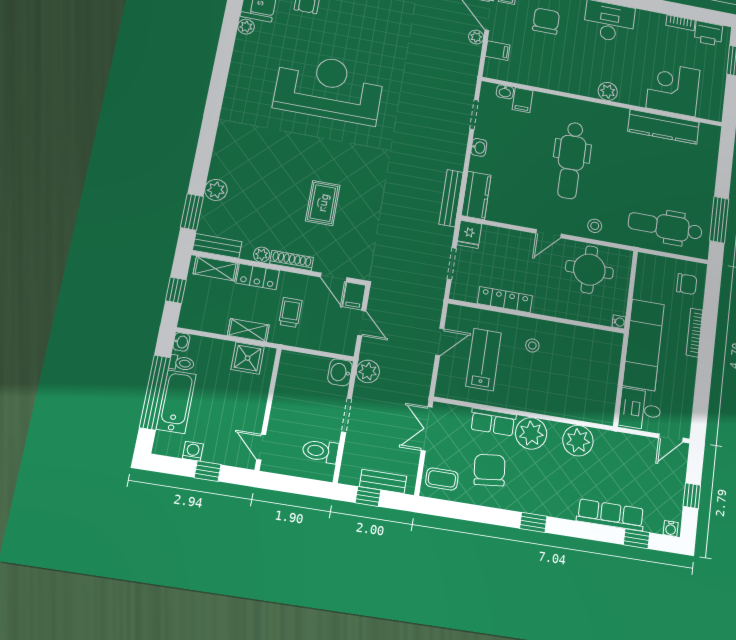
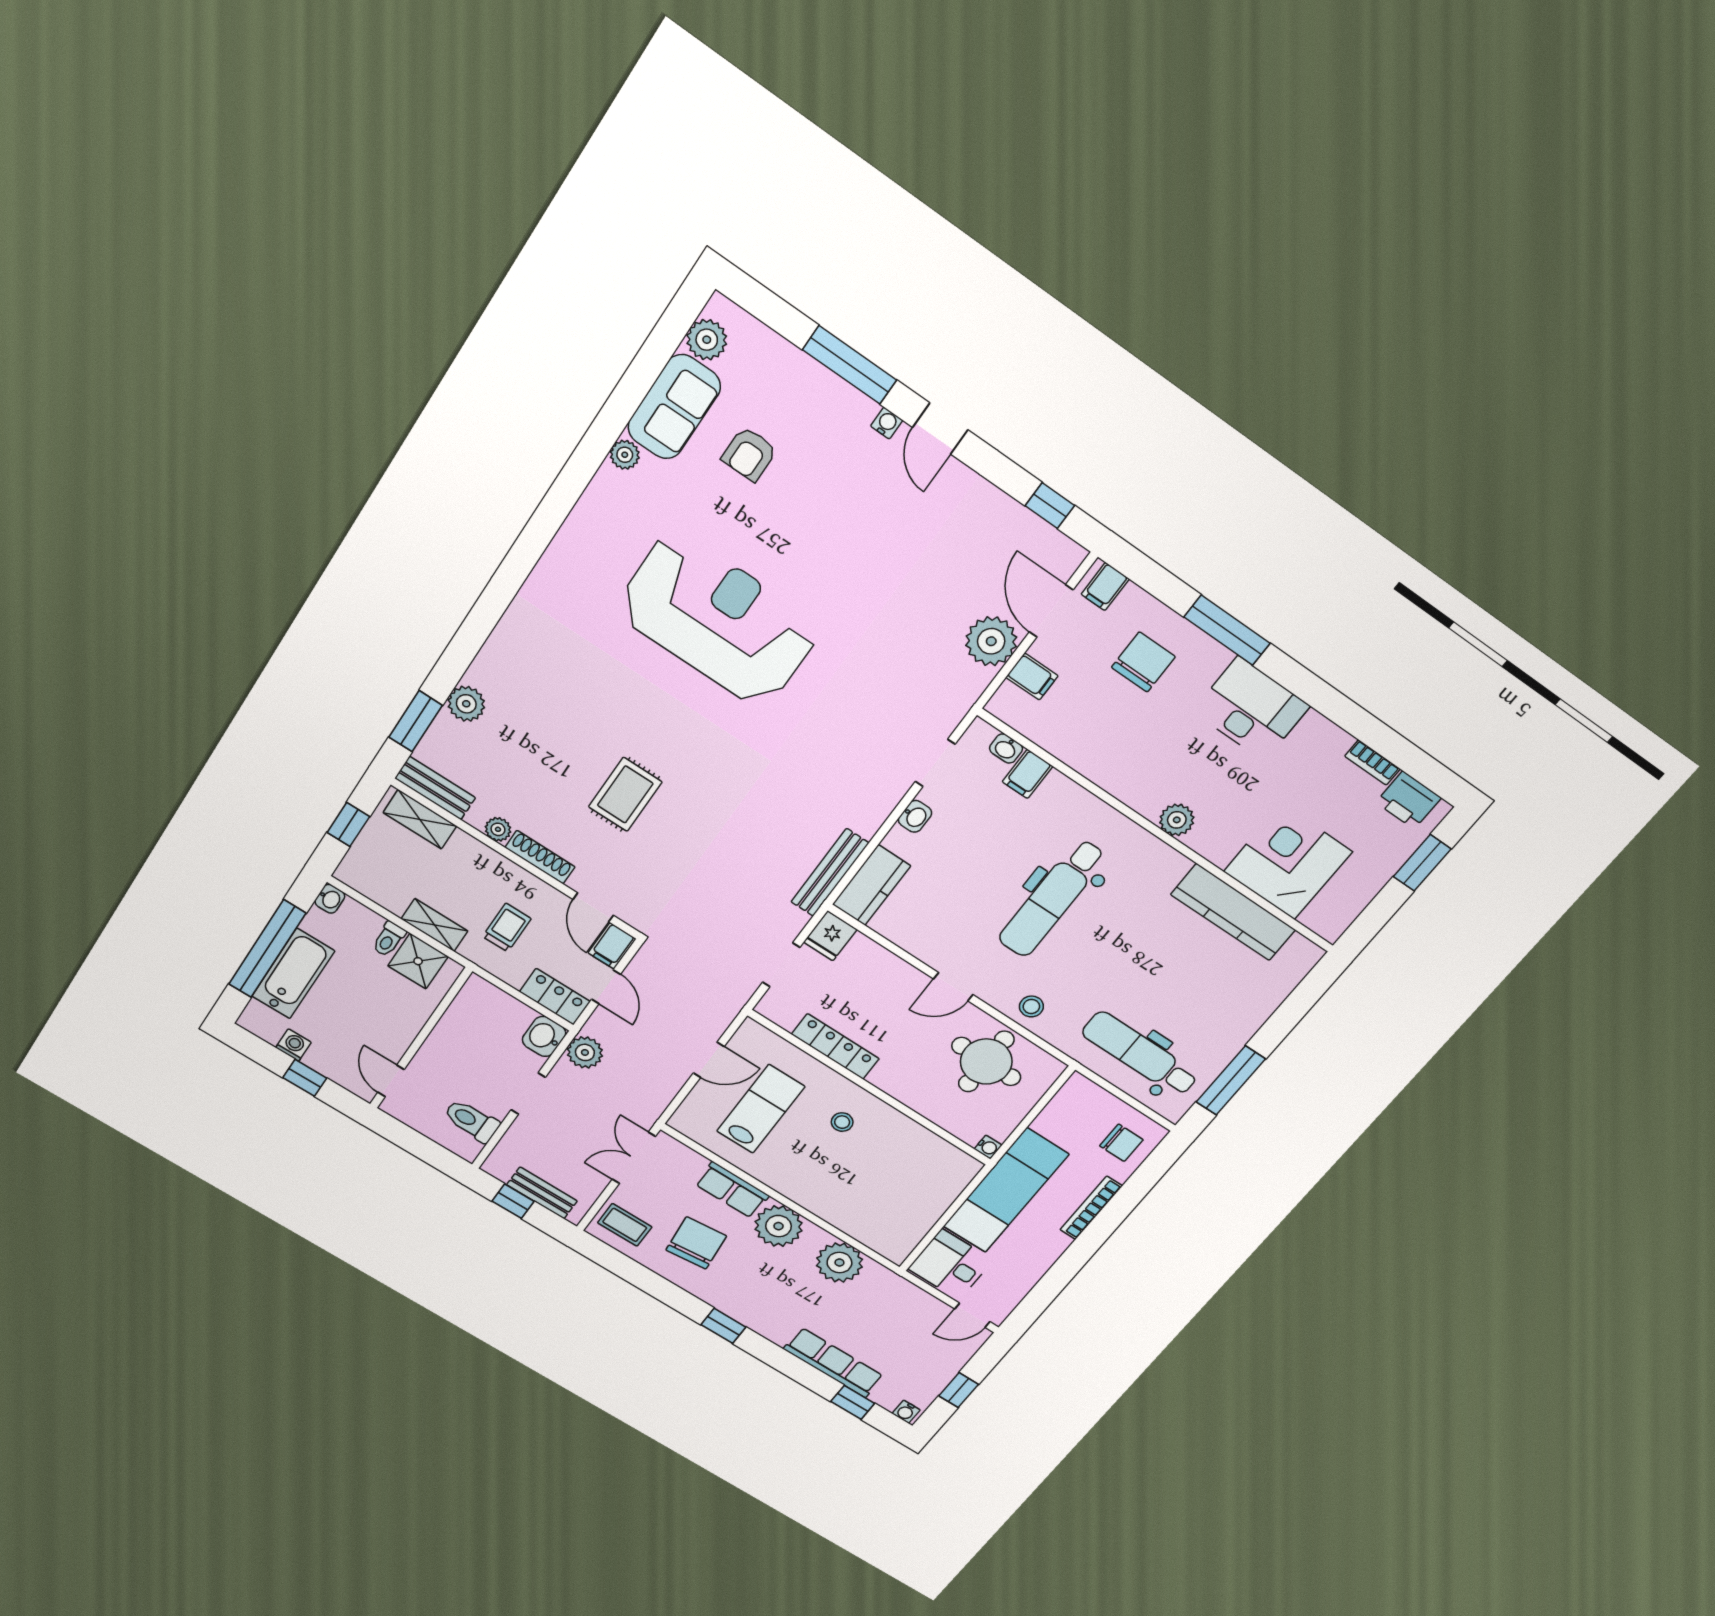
plant: (476, 37) -> (991, 641), width x1.88, depth x1.88
locker: (258, 277) -> (555, 997), moved, turned 180
toilet: (182, 363) -> (389, 939), moved, turned 90

